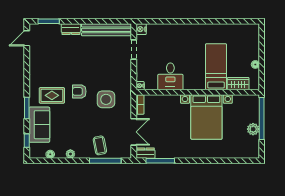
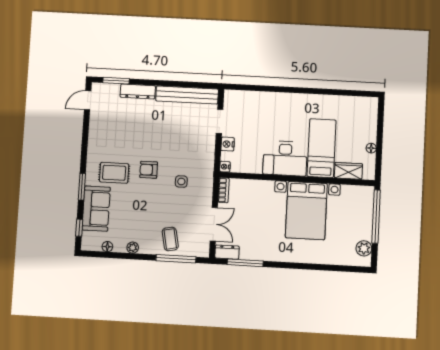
dresser: (71, 29) -> (138, 91), width x1.44
nightstand: (141, 29) -> (228, 144), moved
desk: (170, 76) -> (285, 158), moved, width x1.37
side table: (106, 99) -> (181, 182), width x0.54, depth x0.54
plant: (253, 129) -> (364, 248), moved

